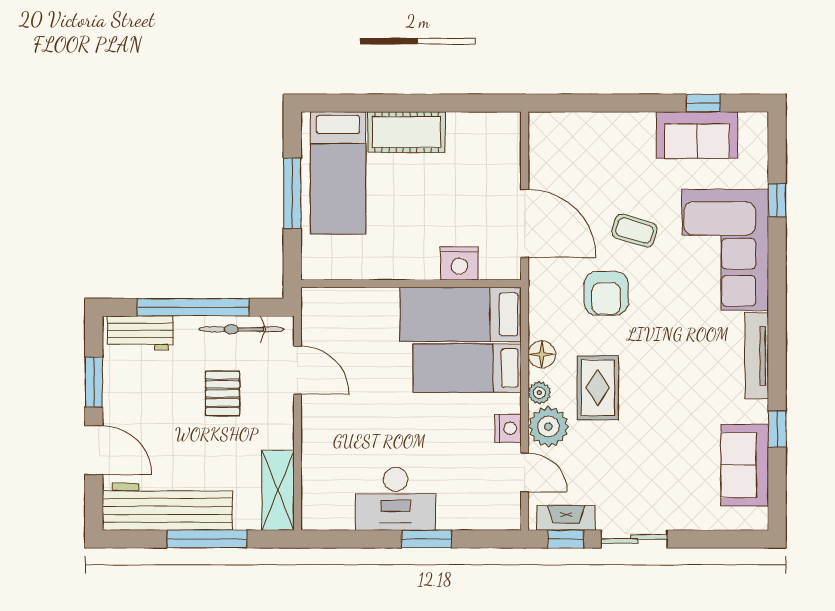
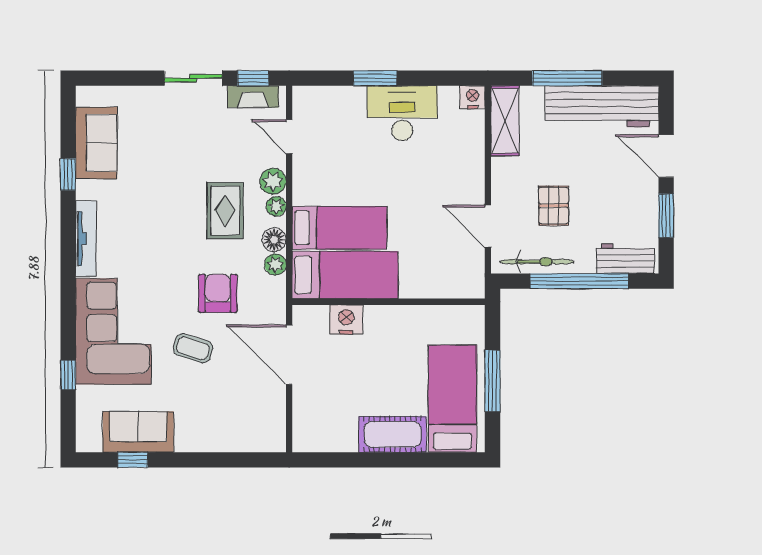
plant: (540, 326) -> (275, 265), added
plant: (548, 427) -> (273, 181), width x0.73, depth x0.73
nightstand: (508, 428) -> (472, 97), moved, turned 90

